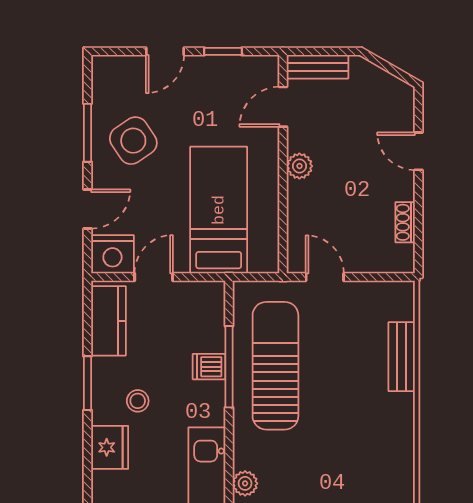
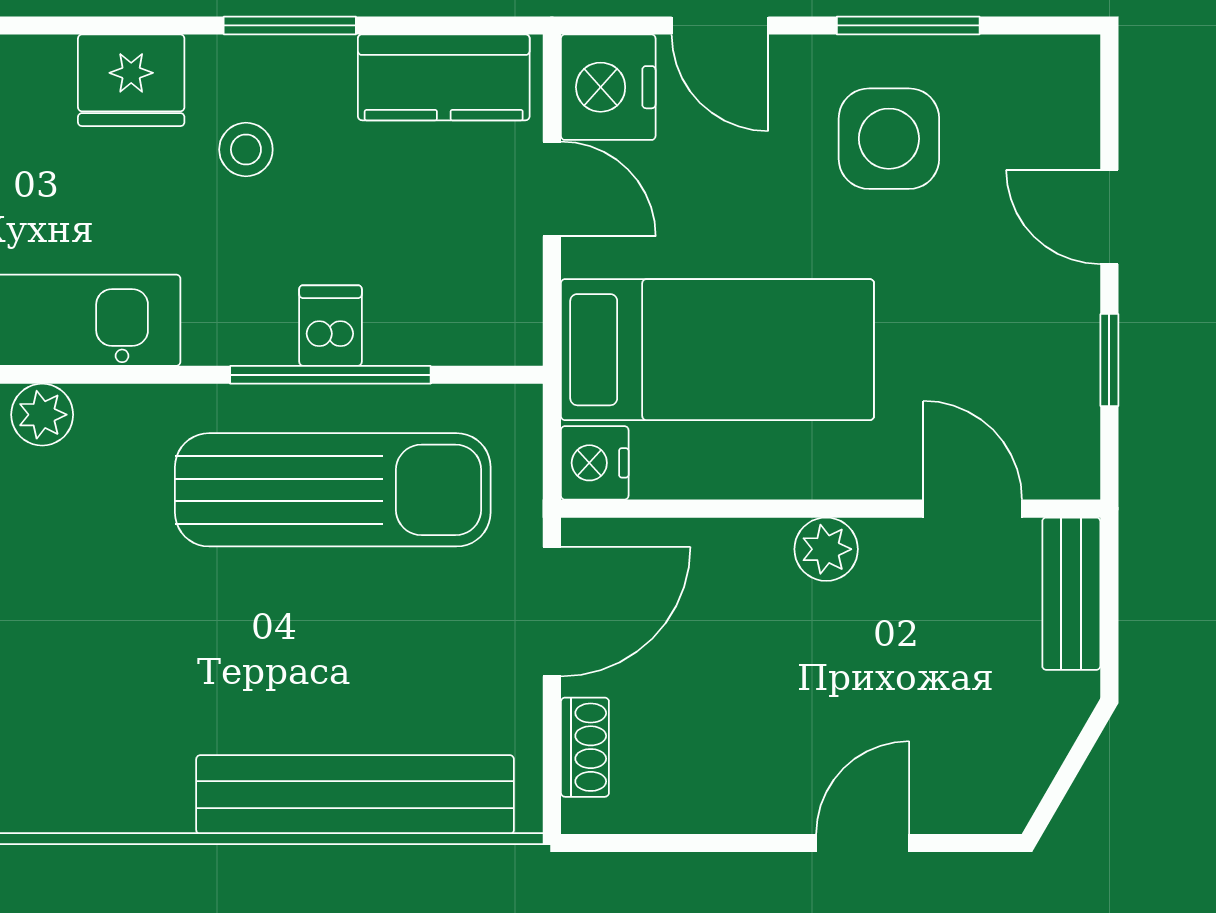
side table: (133, 141) -> (889, 139), turned 34
shoe rack: (405, 222) -> (585, 747), moved, turned 90
nightstand: (265, 260) -> (595, 463), added
door: (325, 277) -> (552, 612), width x1.38
bench: (402, 357) -> (355, 795), width x1.86, depth x1.21

